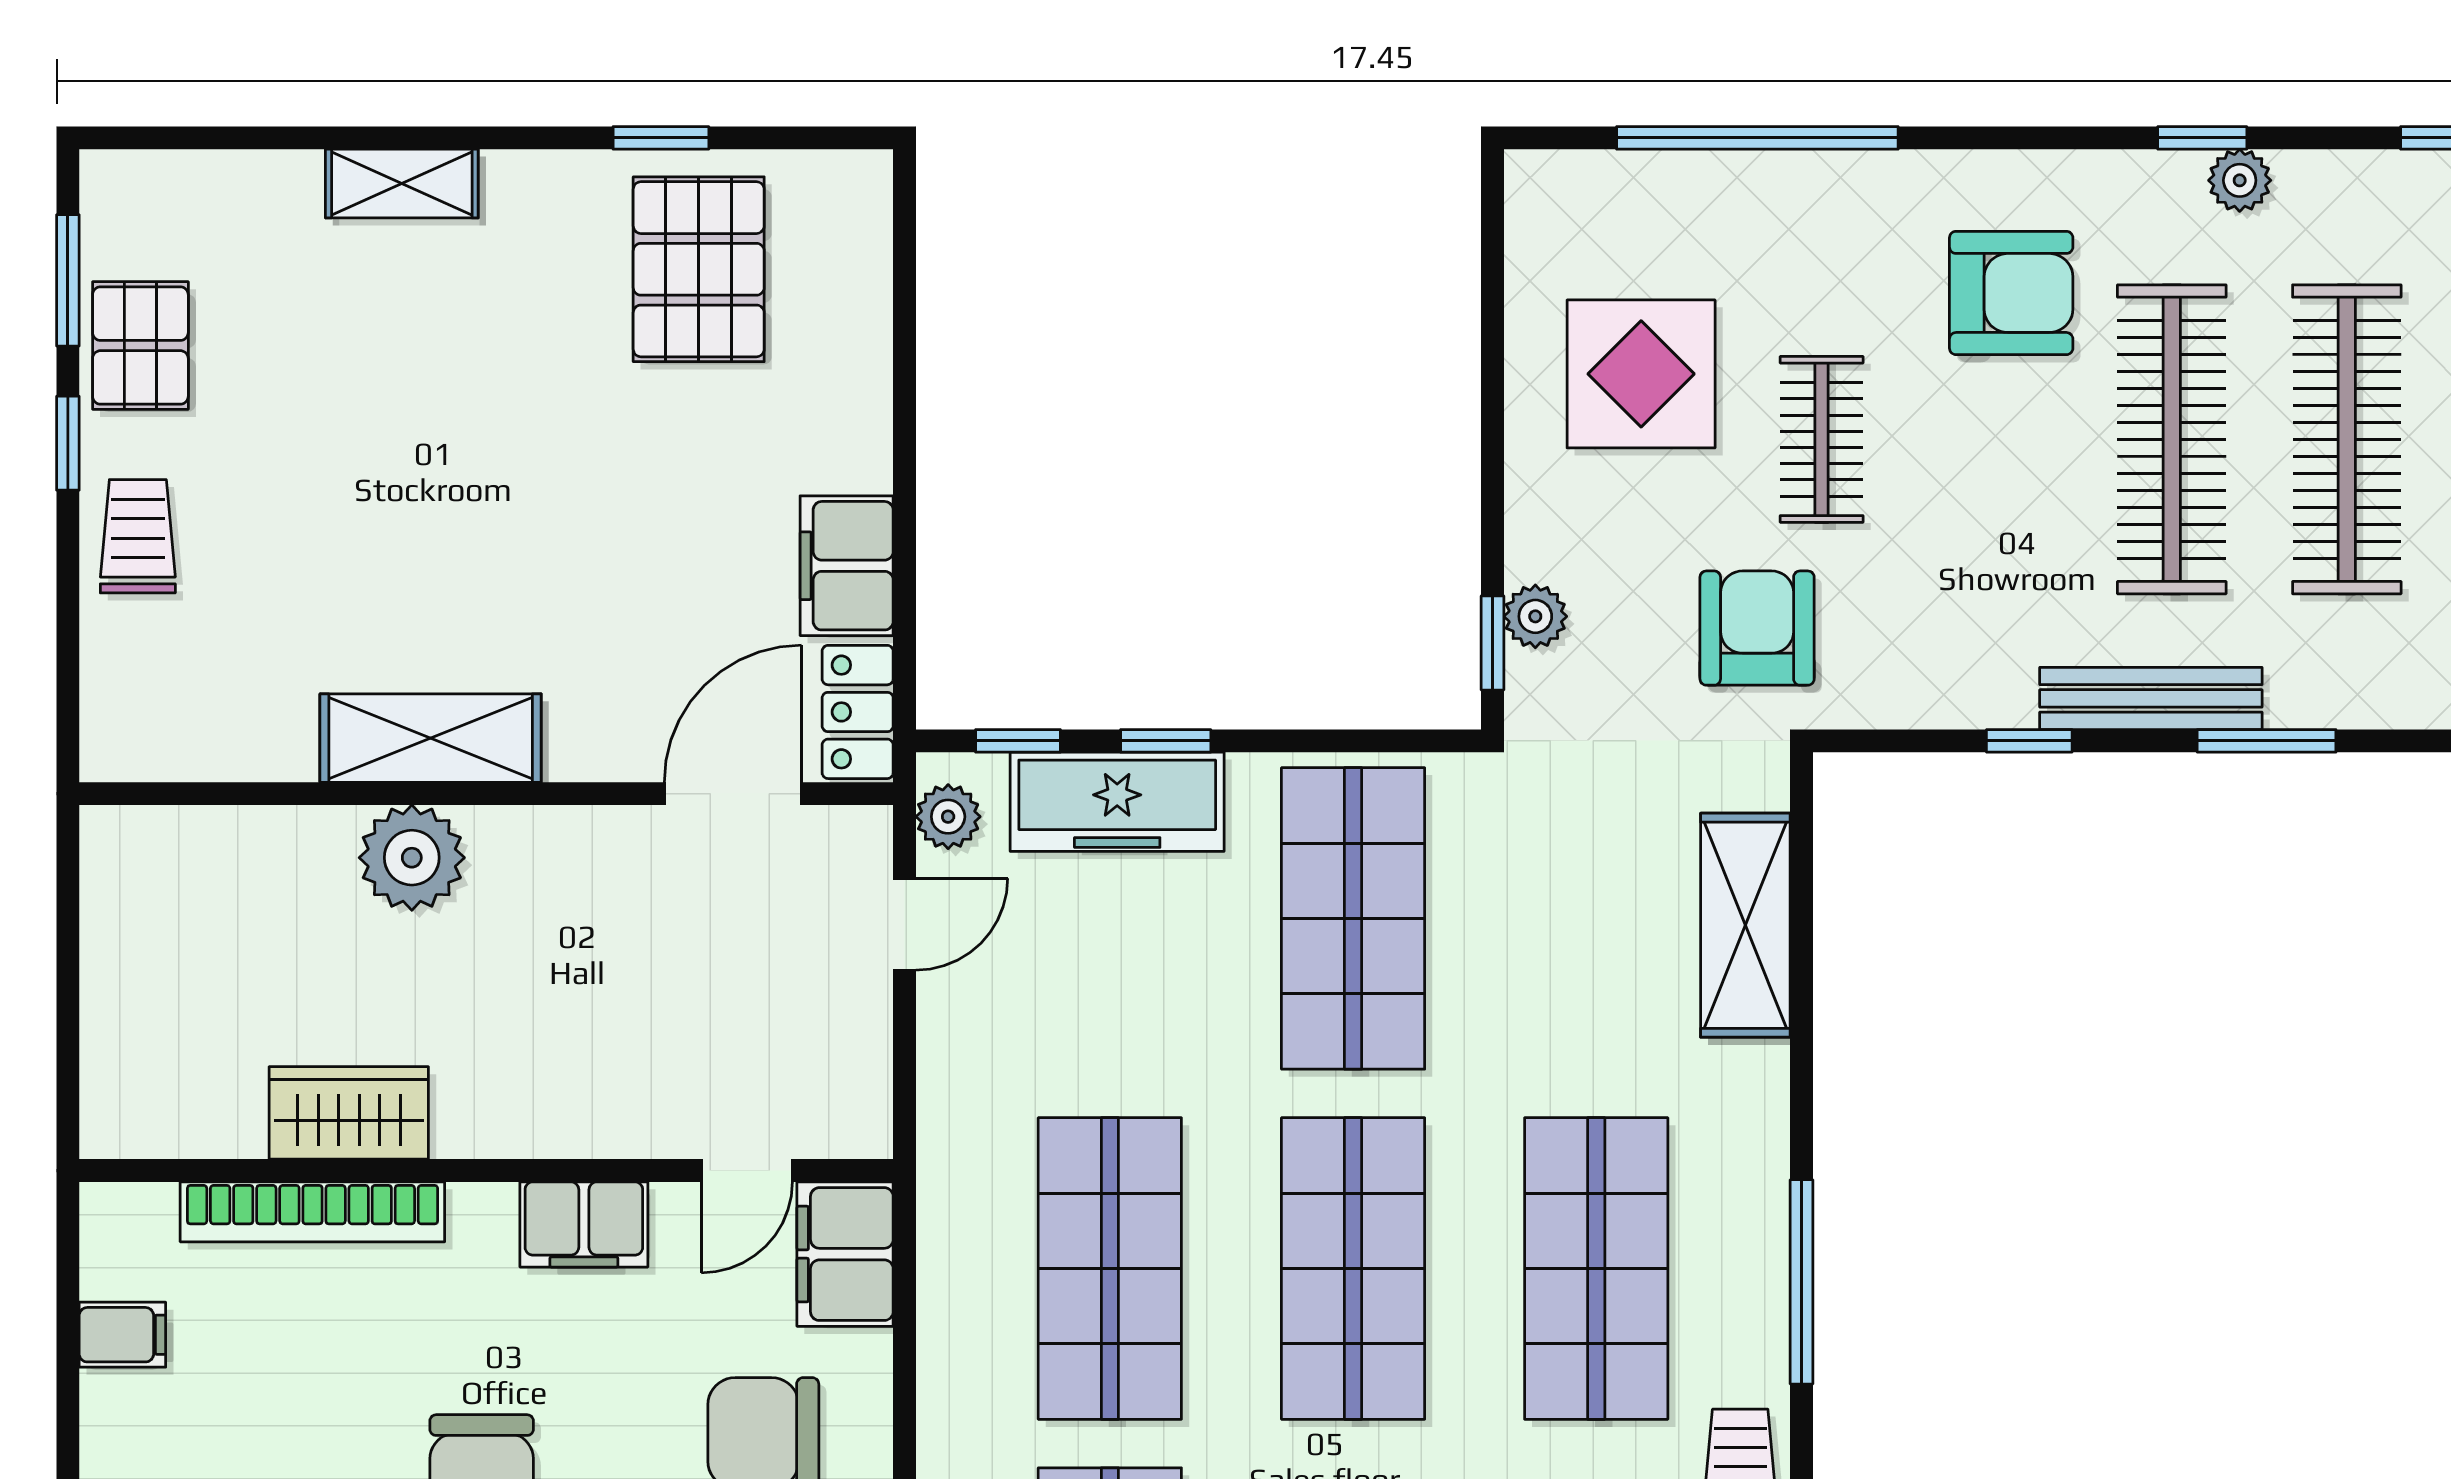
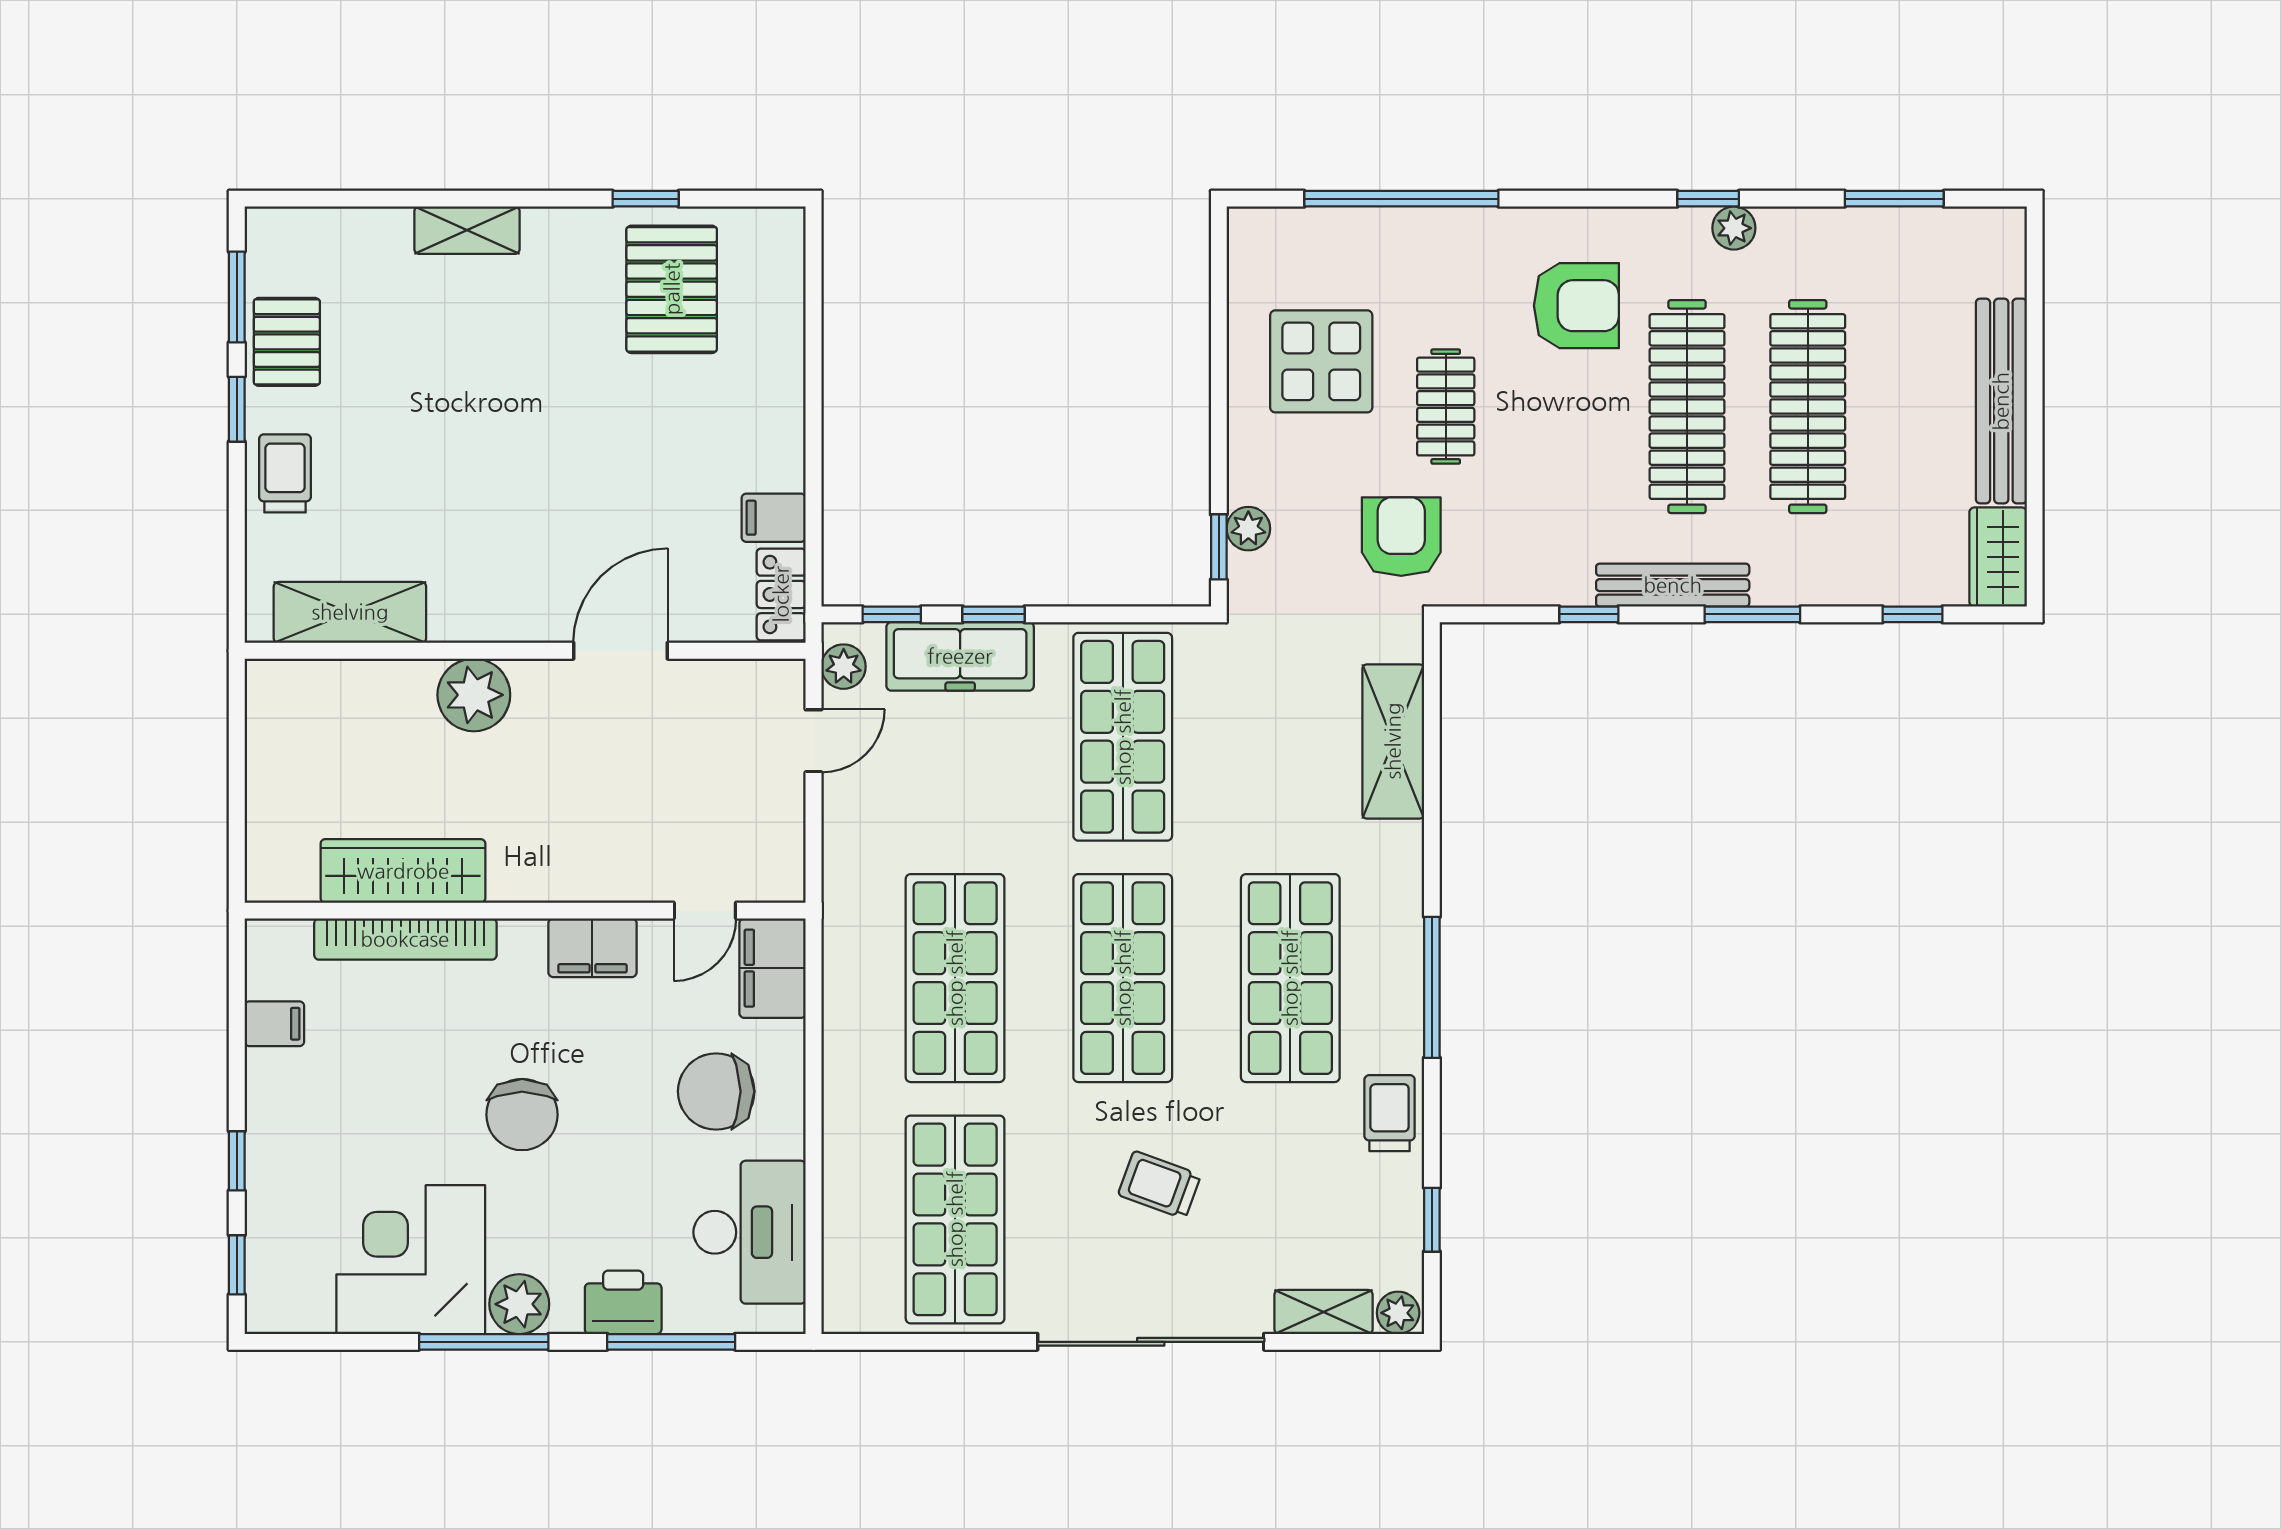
filing cabinet: (847, 566) -> (774, 518), width x0.50
shelving: (431, 738) -> (350, 612), moved
door: (733, 794) -> (620, 651), moved
wardrobe: (349, 1113) -> (403, 871), width x1.50

